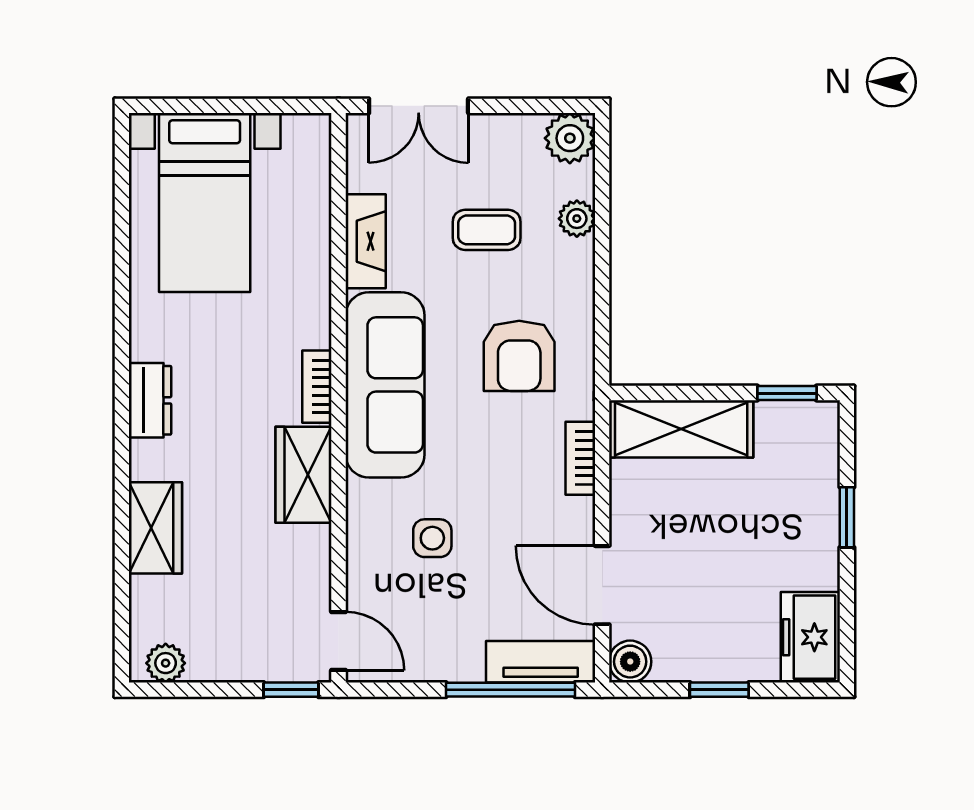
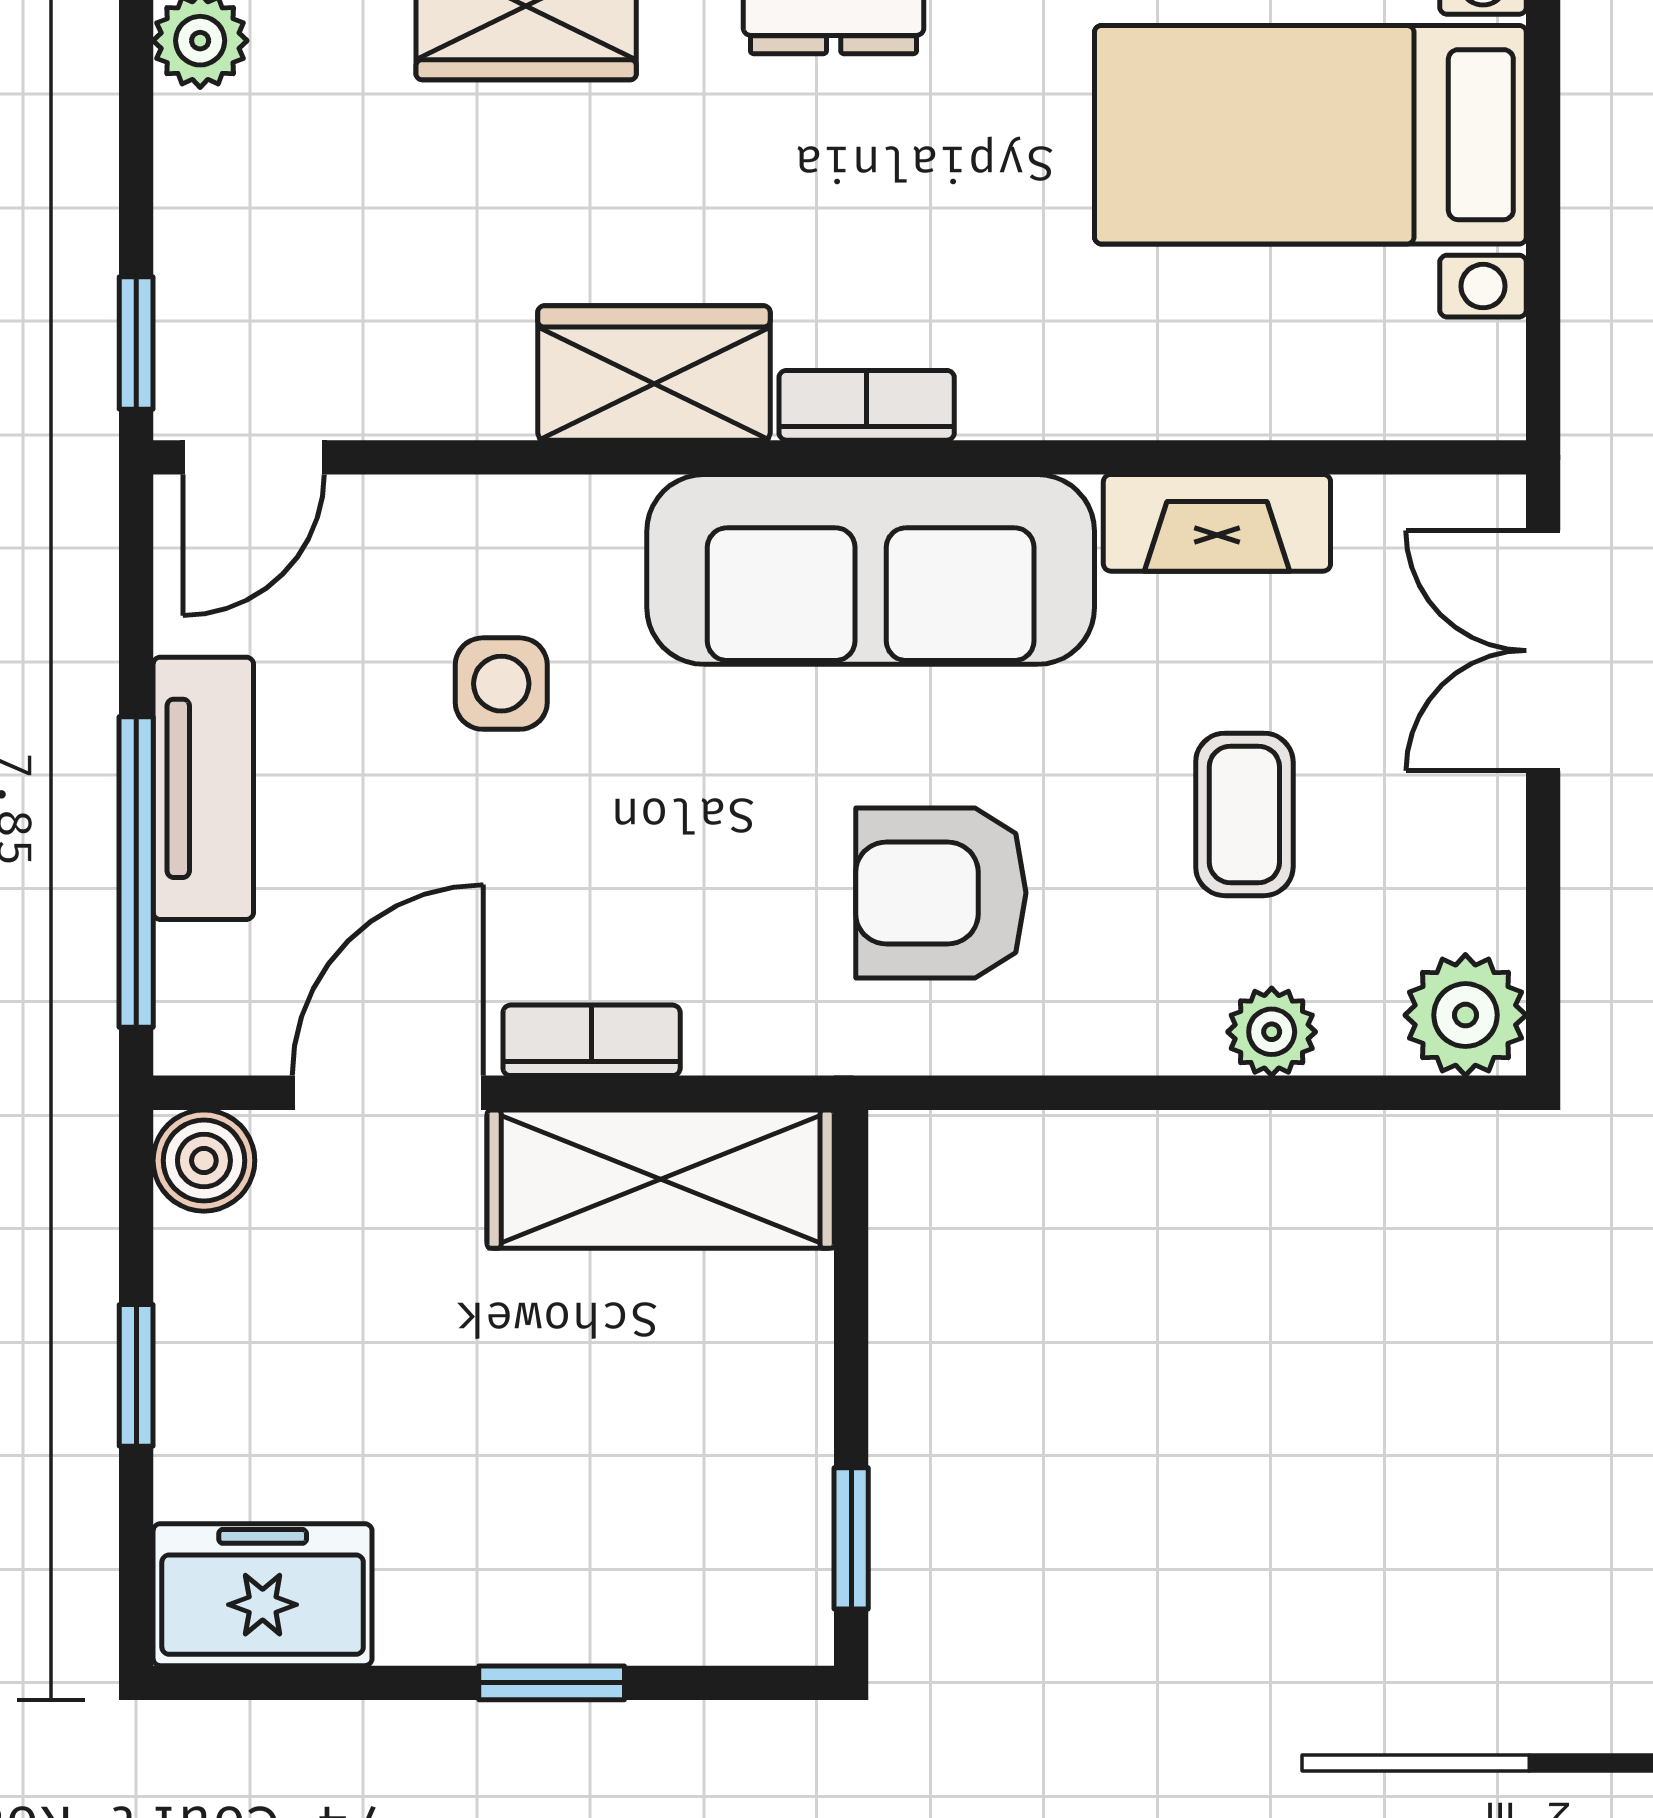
shelving: (681, 429) -> (661, 1179), moved, turned 90
bookcase: (580, 458) -> (592, 1040), moved
tv unit: (541, 662) -> (203, 788), moved

